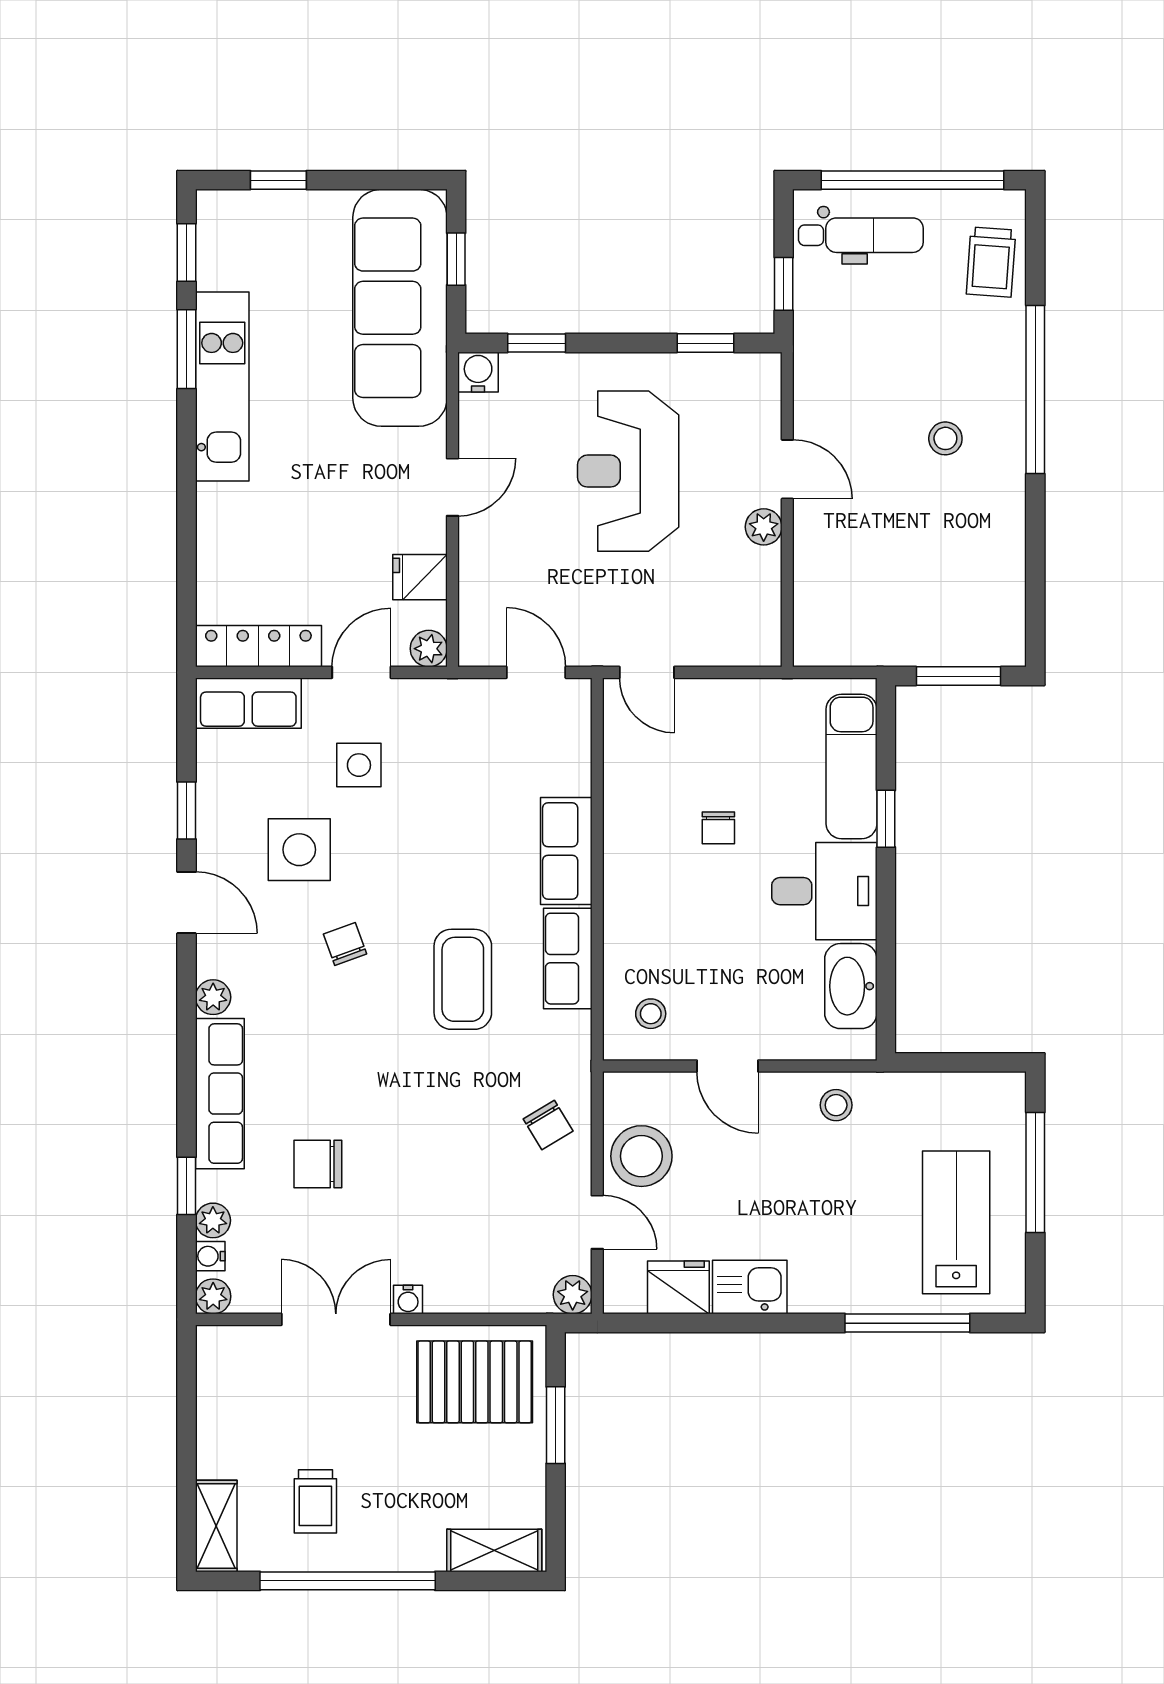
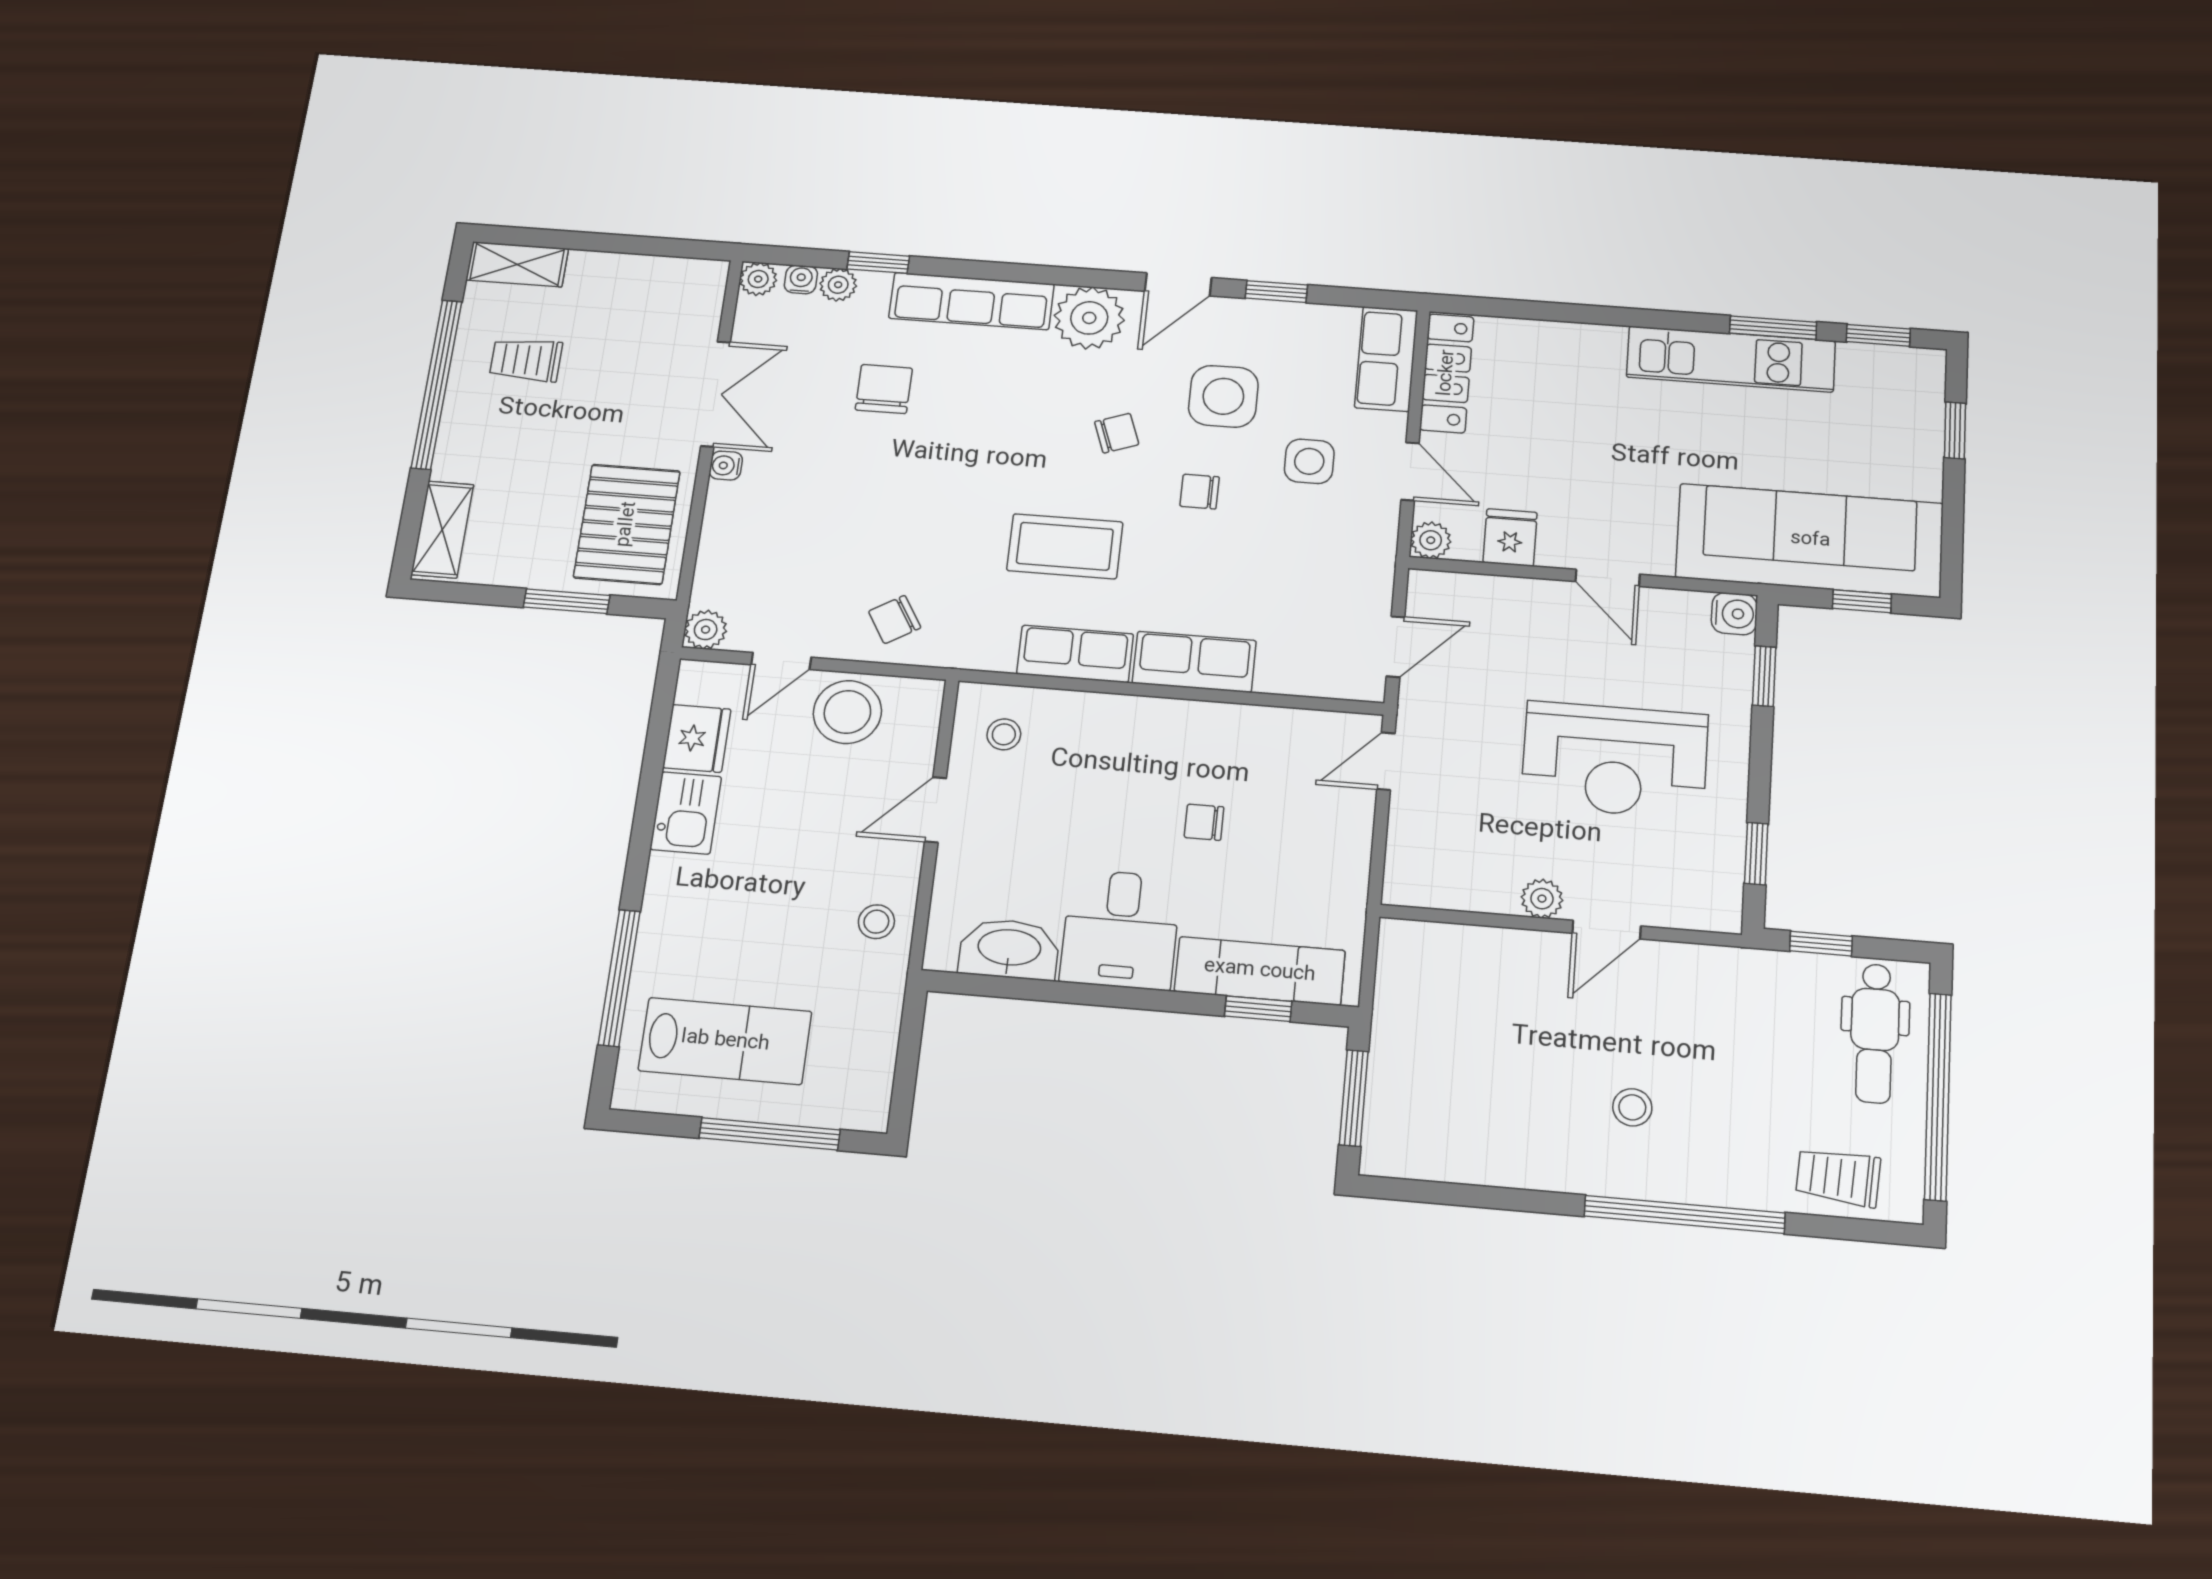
reception desk: (628, 471) -> (1615, 760), turned 180
window: (886, 819) -> (1258, 1009), moved
chair: (398, 862) -> (1200, 492), added
plant: (213, 997) -> (1089, 318), width x1.87, depth x1.87

